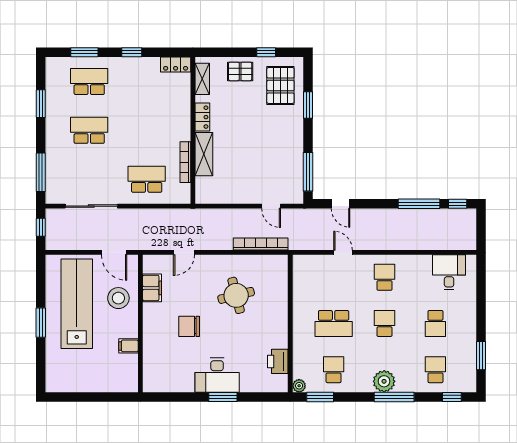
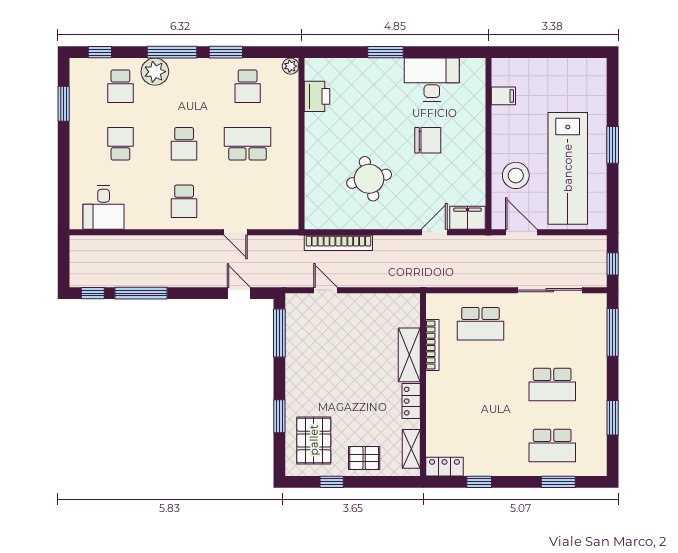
window: (132, 52) -> (479, 482), moved
filing cabinet: (152, 288) -> (468, 218), moved, turned 90
filing cabinet: (128, 346) -> (503, 96), moved
desk: (217, 375) -> (432, 80), moved
plant: (384, 381) -> (155, 72), moved
window: (320, 397) -> (226, 52), moved

